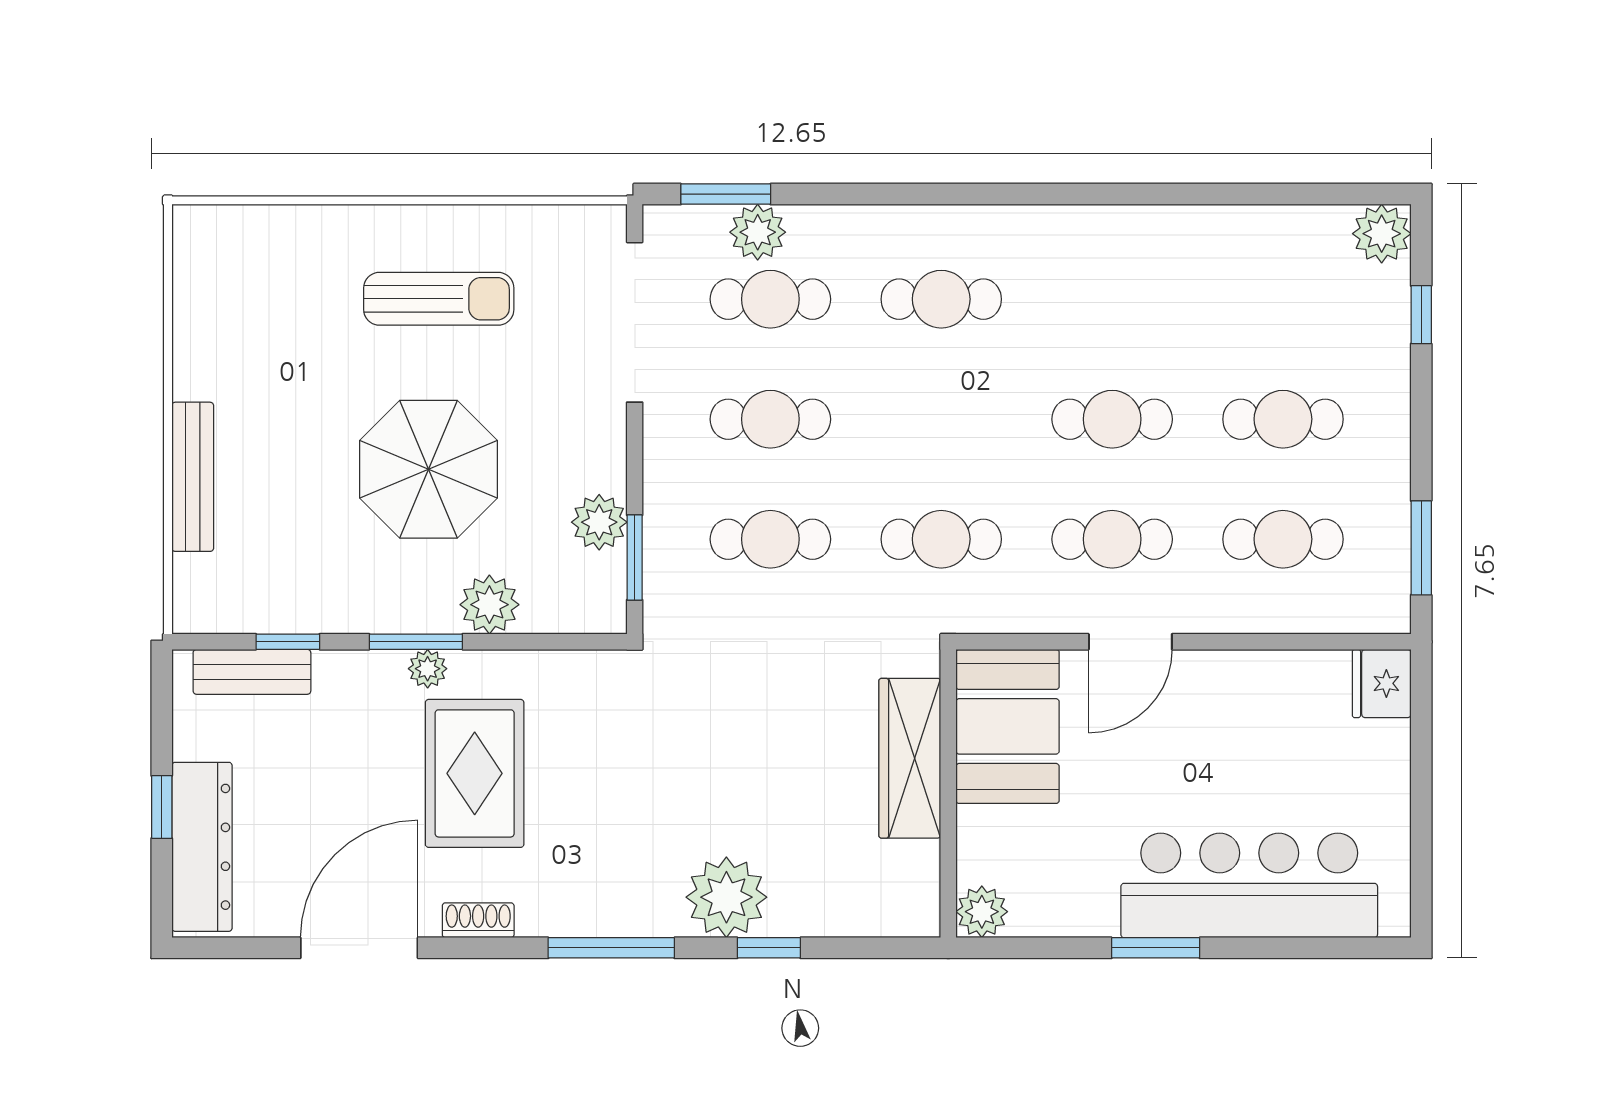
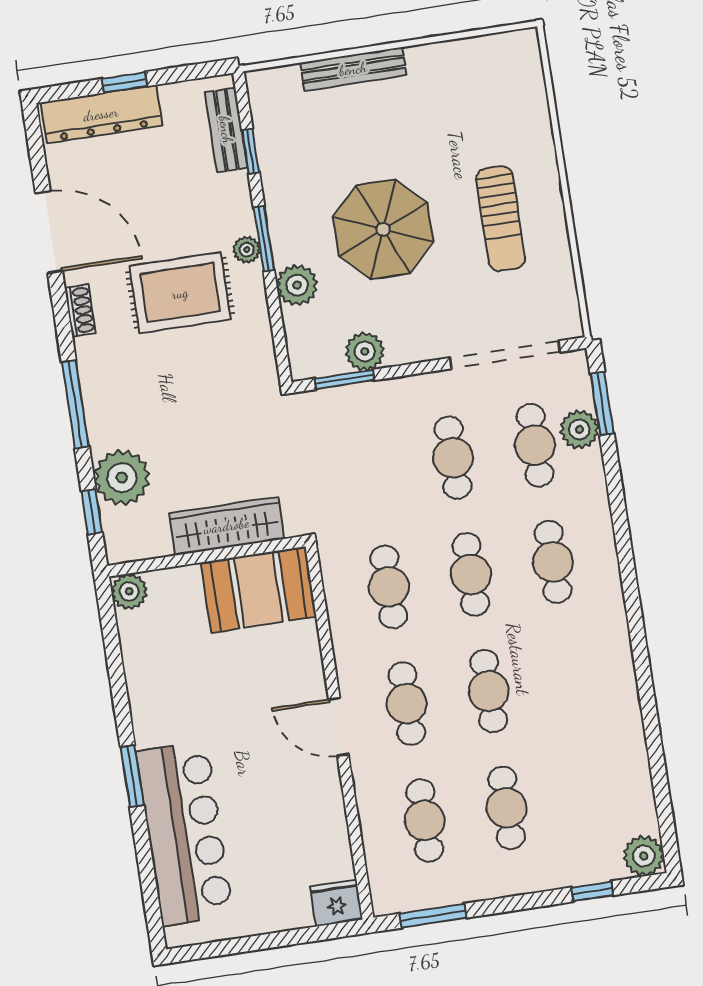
cafe table: (770, 539) -> (471, 574), moved
booth: (1008, 726) -> (258, 590), moved
wardrobe: (910, 758) -> (226, 526), moved
wall: (948, 794) -> (206, 556), moved
plant: (982, 912) -> (129, 591), moved

